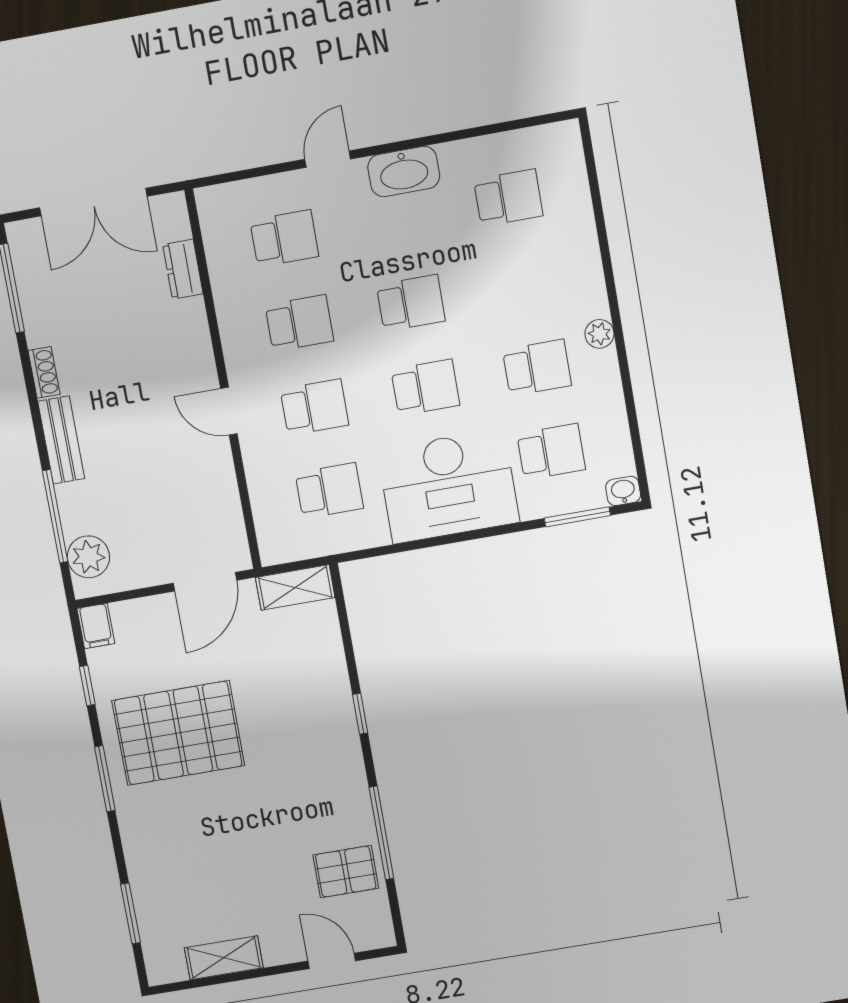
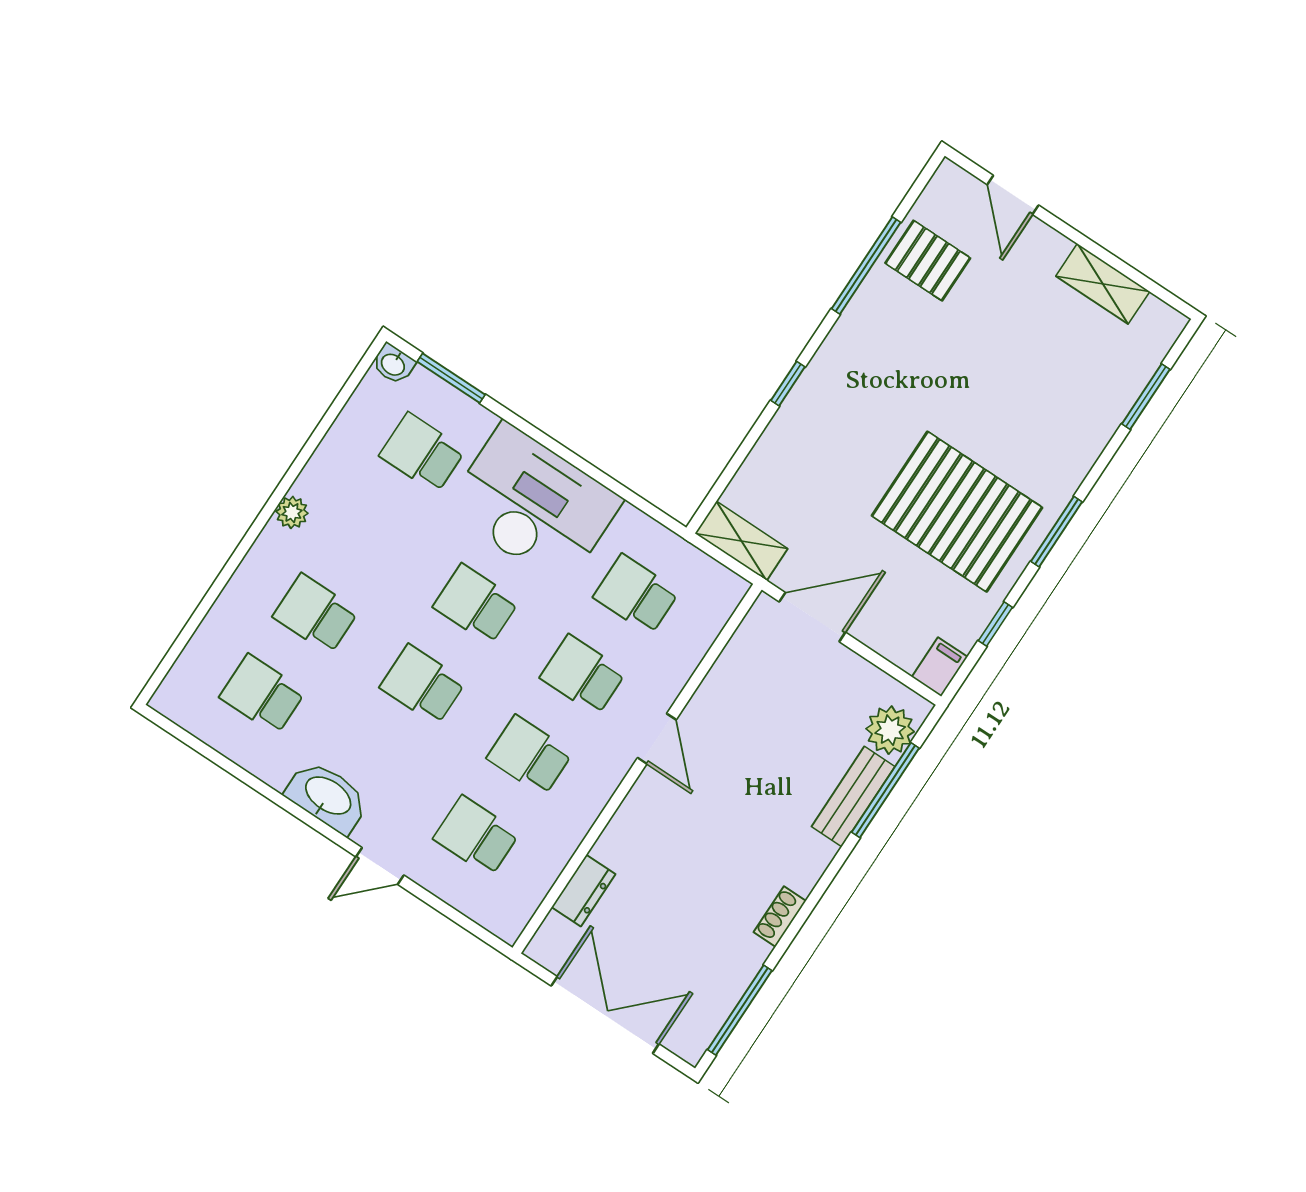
school desk: (537, 368) -> (316, 614), moved
bench: (61, 440) -> (853, 797), moved

